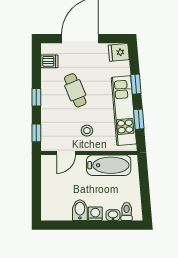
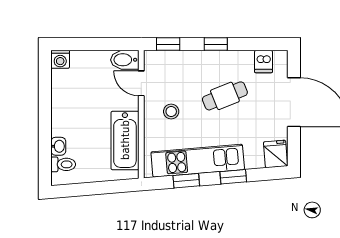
bidet: (80, 210) -> (125, 60), moved, turned 180
washing machine: (95, 214) -> (60, 59), moved, turned 90

